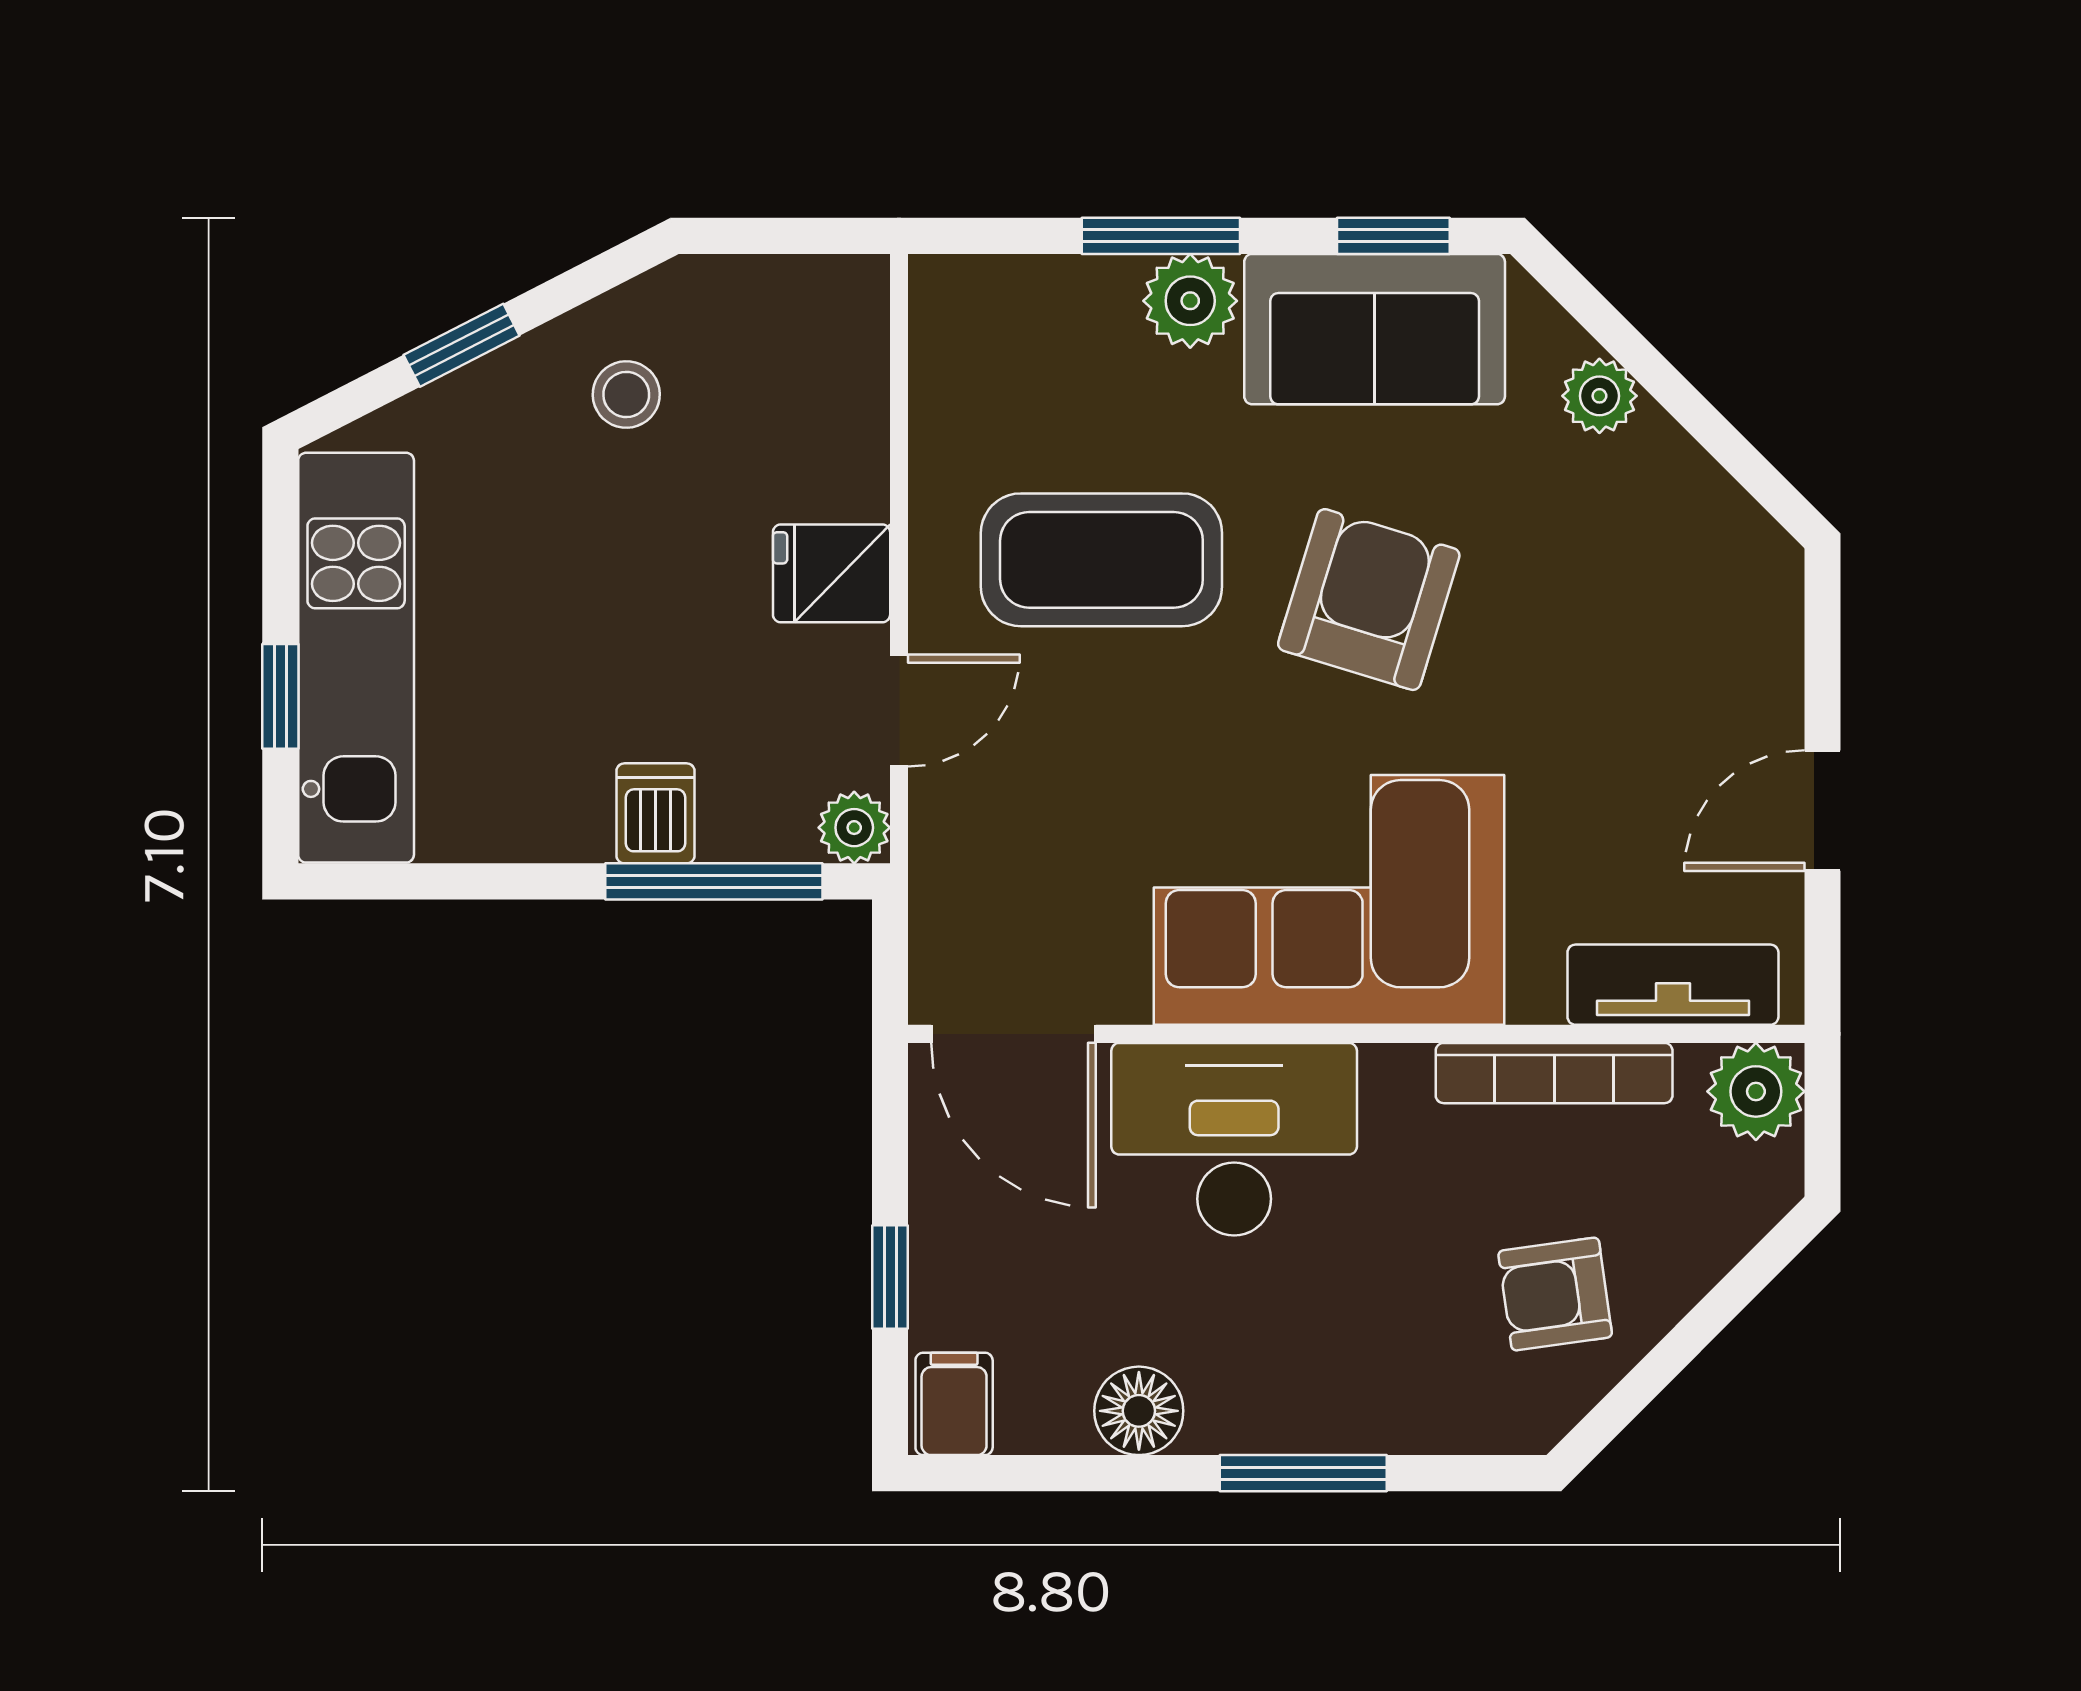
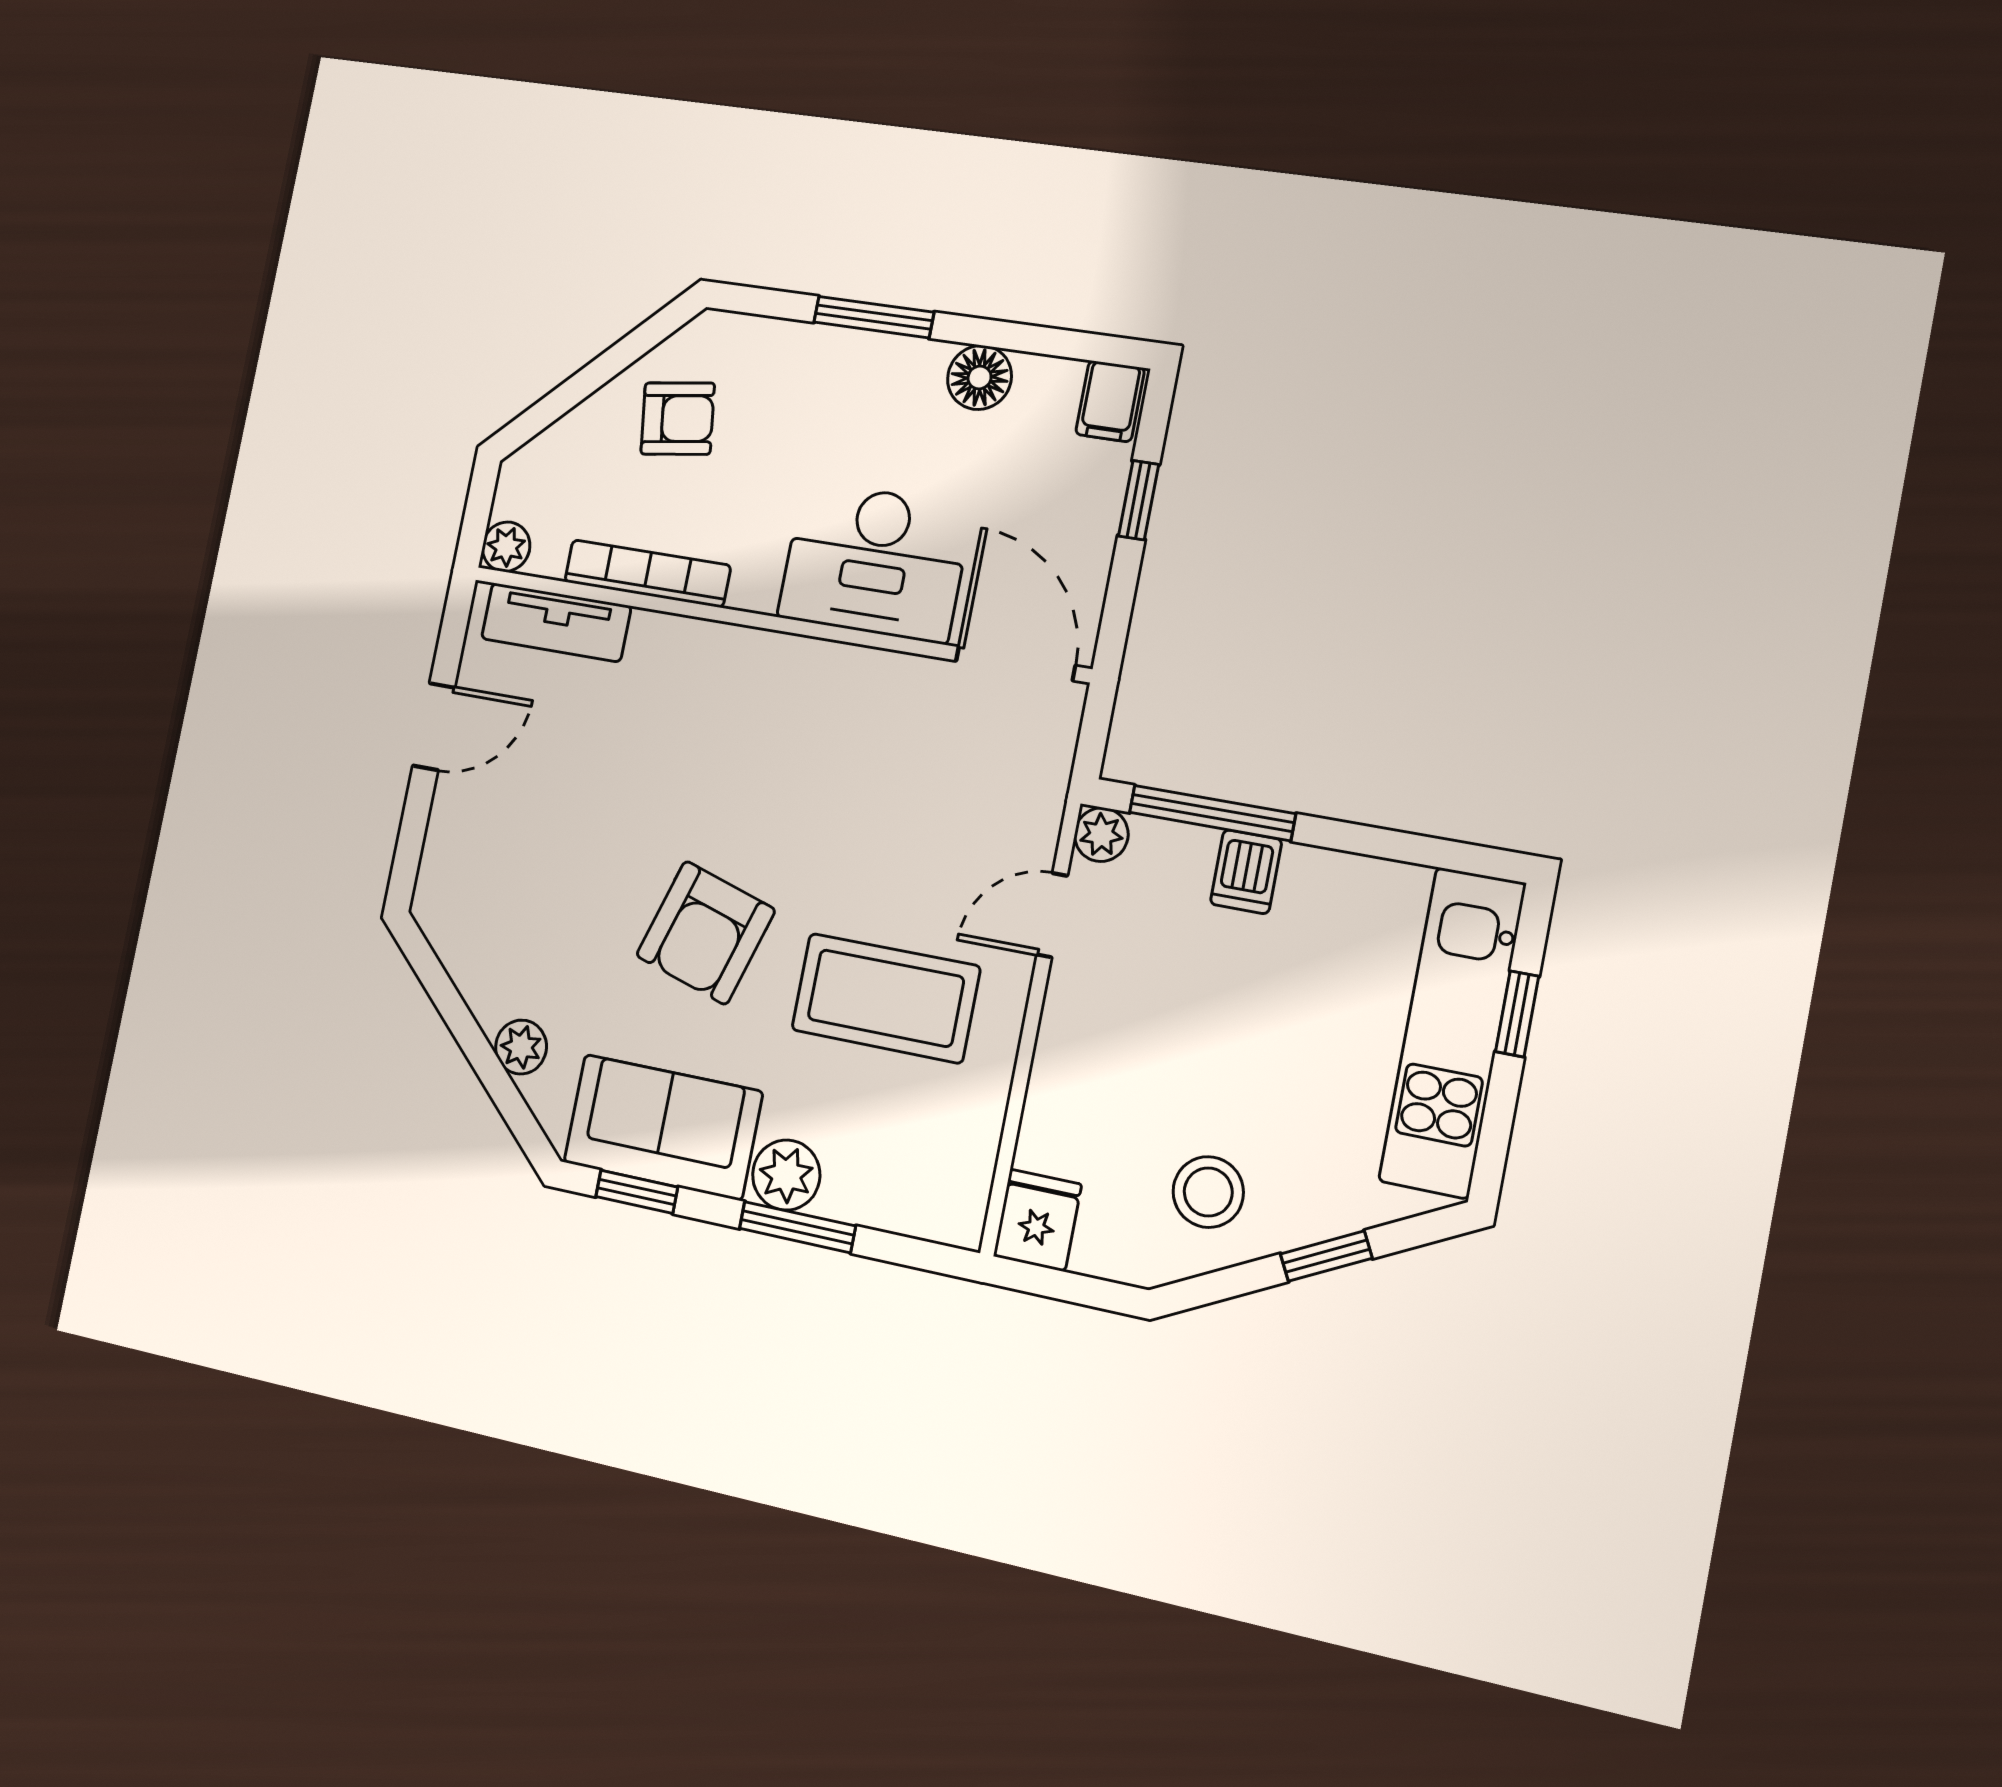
stool: (626, 394) -> (1208, 1192), width x1.37, depth x1.37
fridge: (832, 573) -> (1037, 1220), moved, turned -90
corner sofa: (1329, 900) -> (775, 722), removed
plant: (1756, 1091) -> (506, 547), width x0.73, depth x0.73

